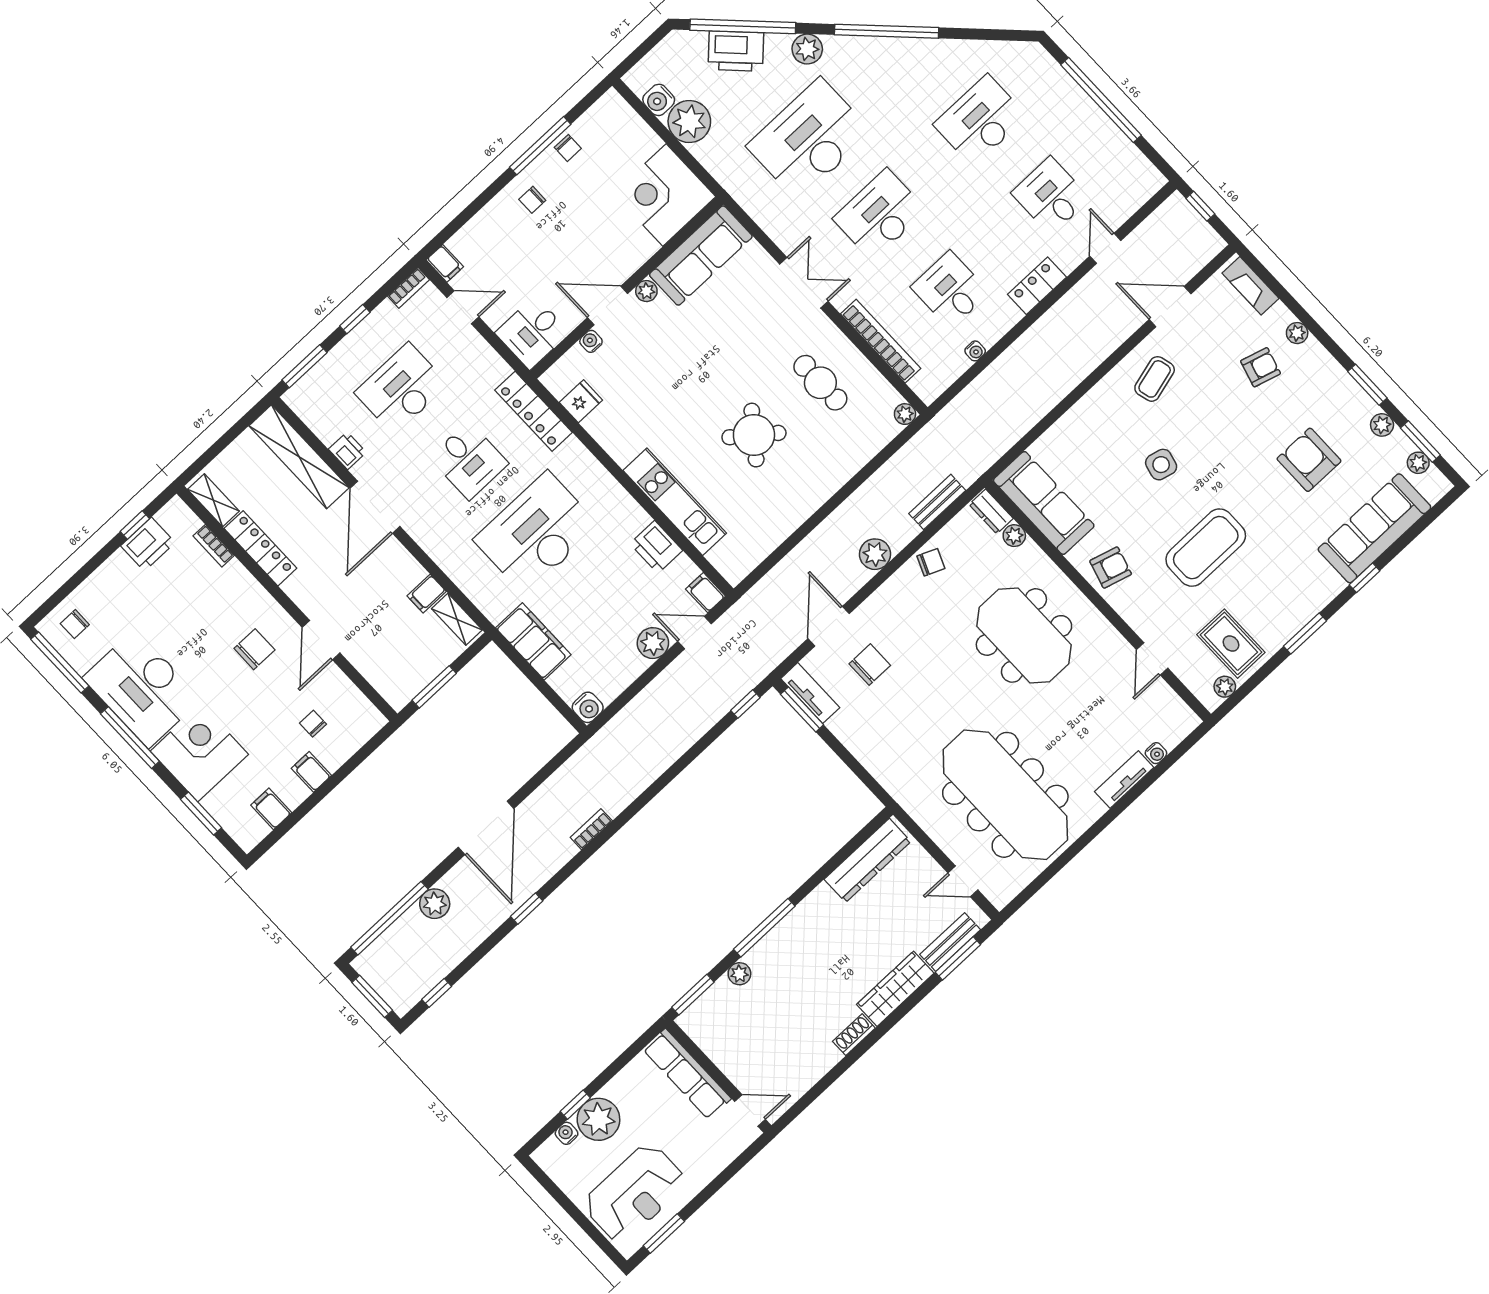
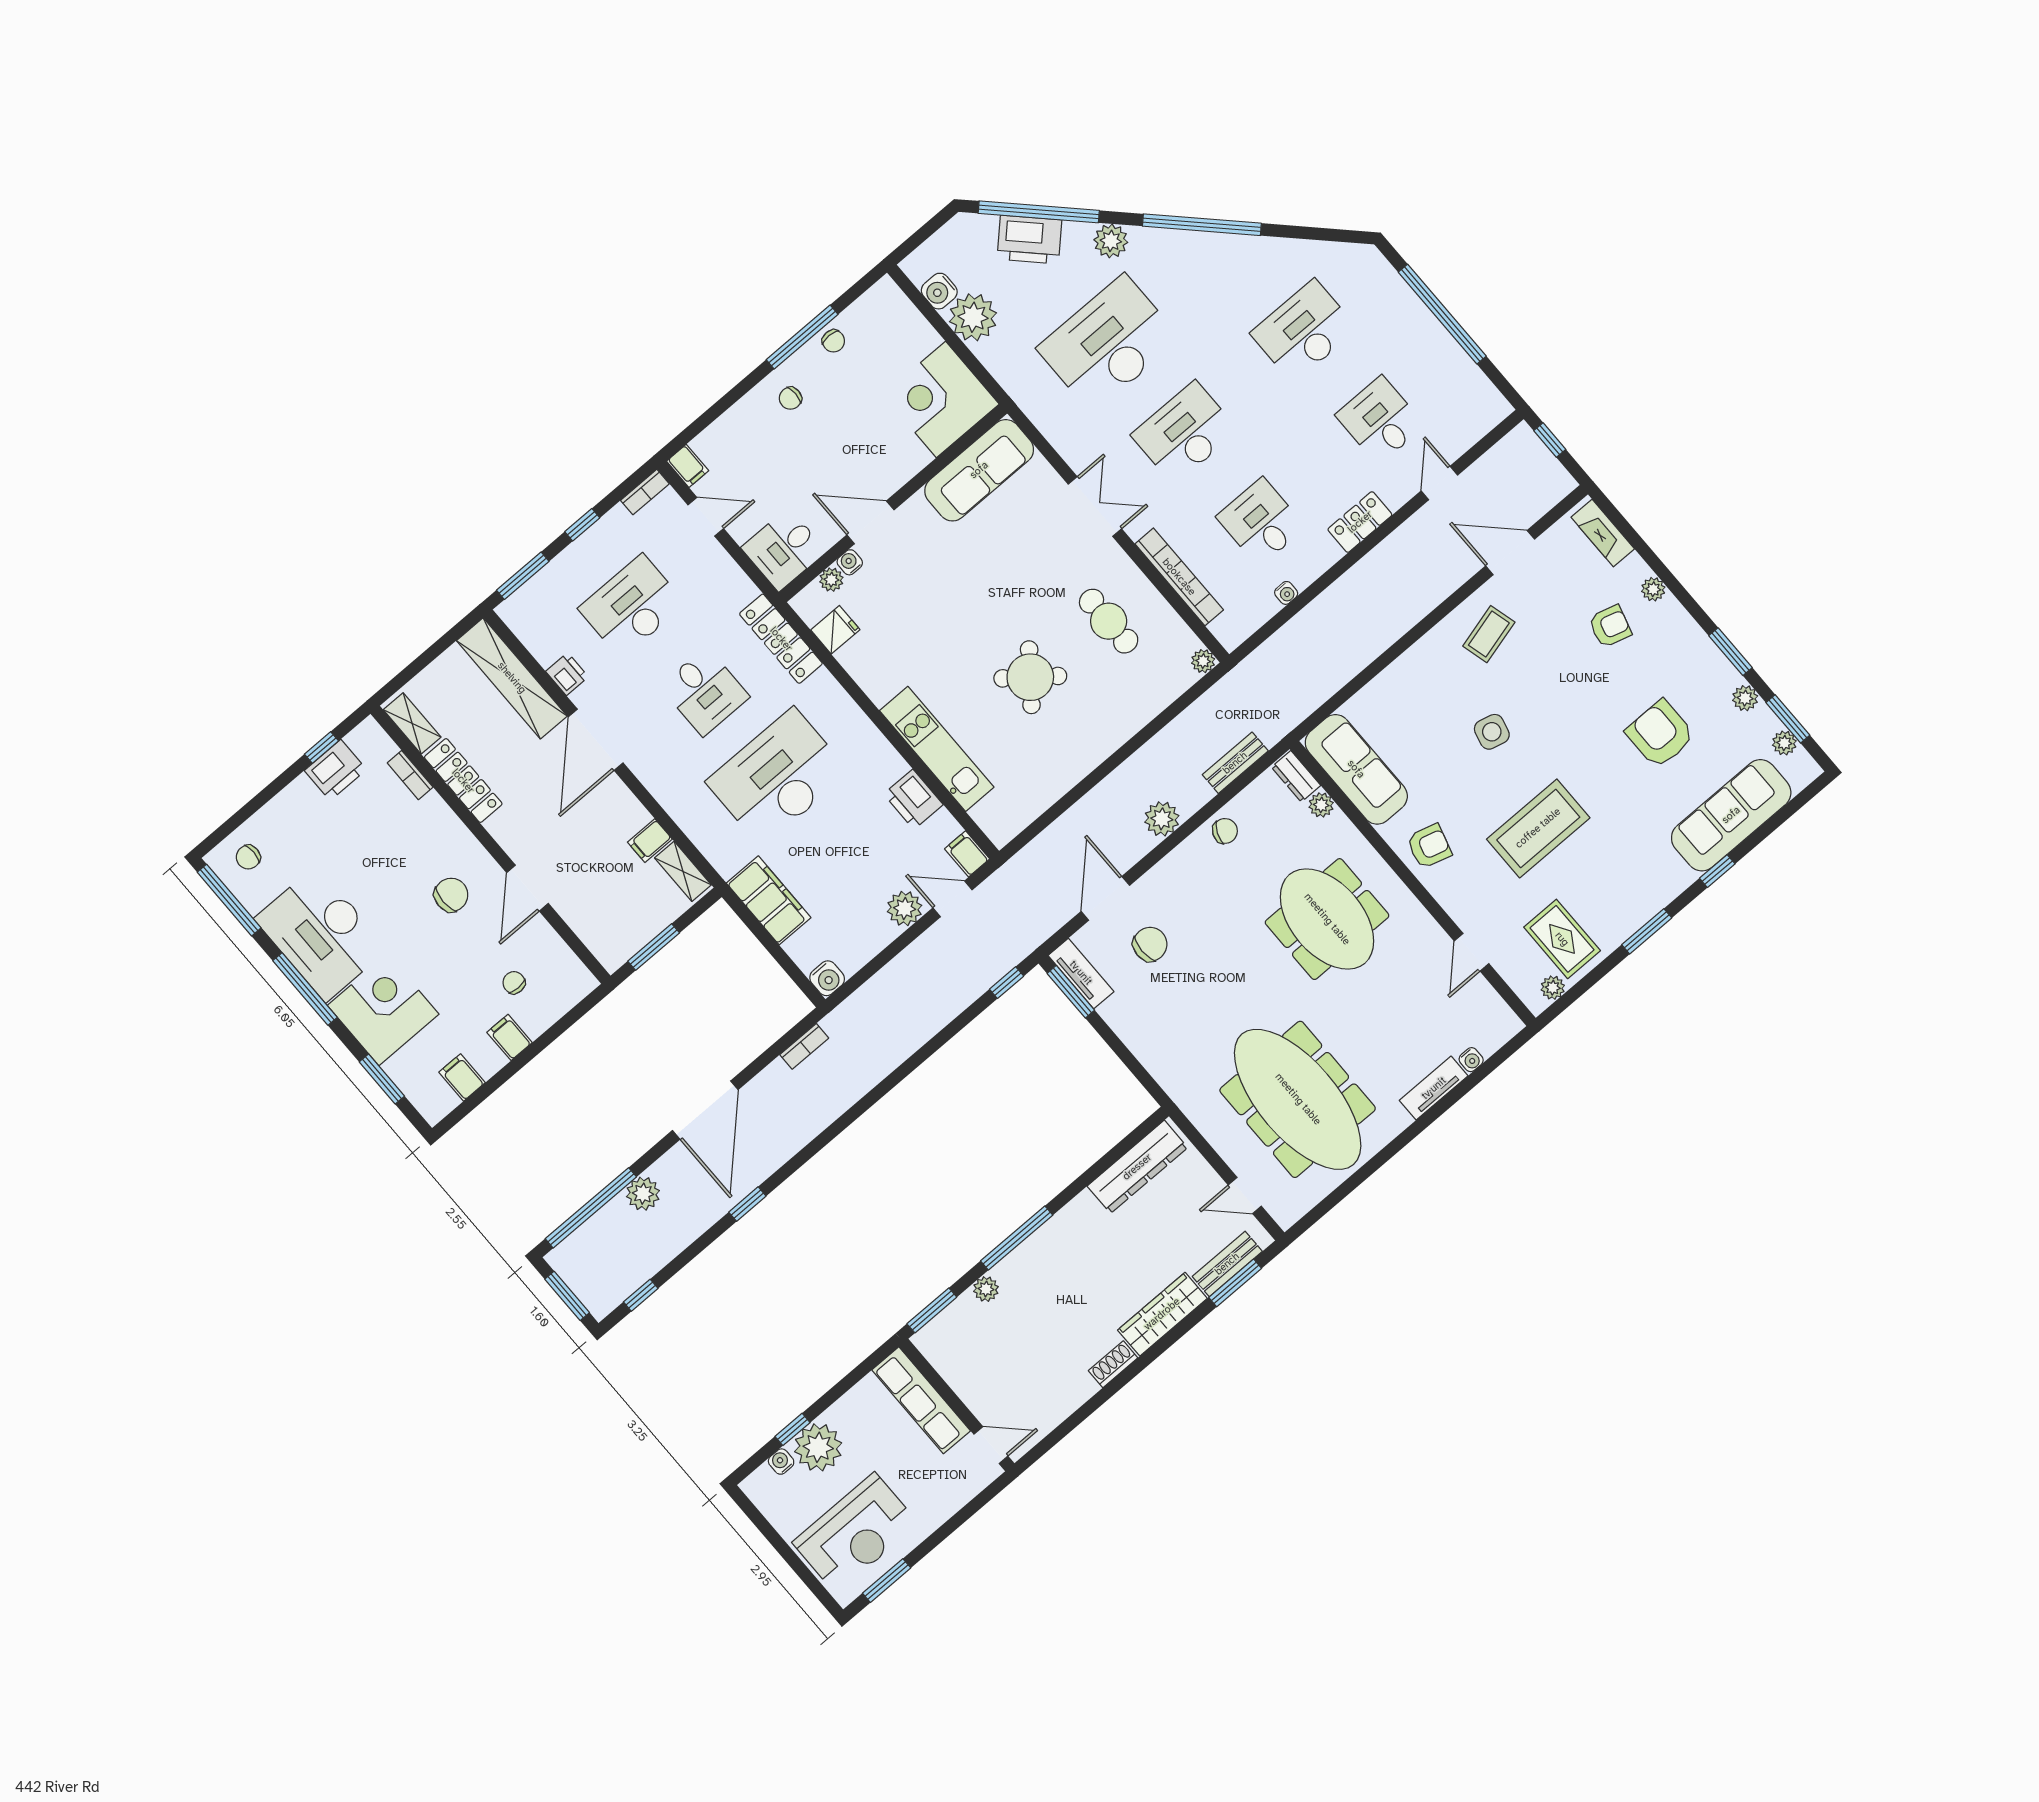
plant: (646, 291) -> (831, 580), moved
bookcase: (591, 829) -> (804, 1046), moved, turned 180

